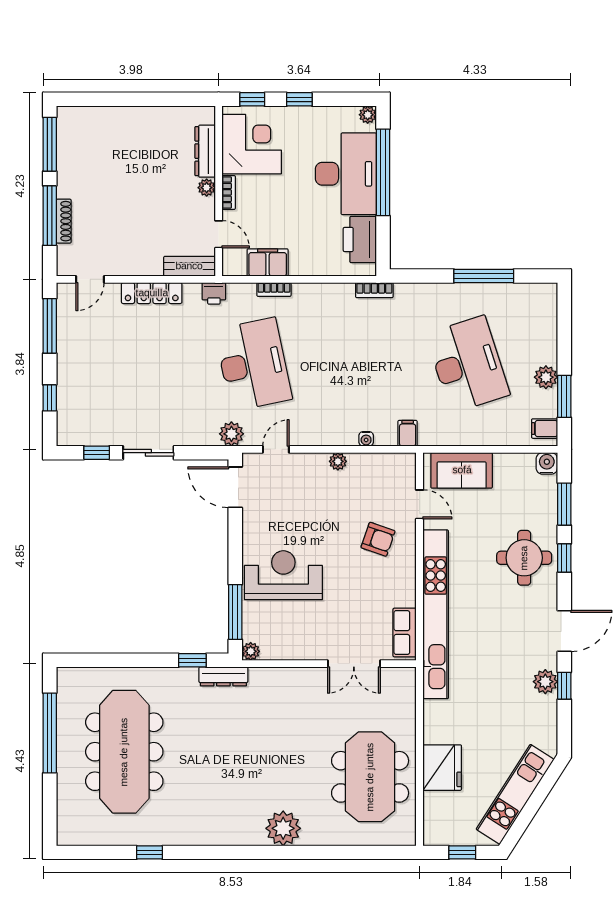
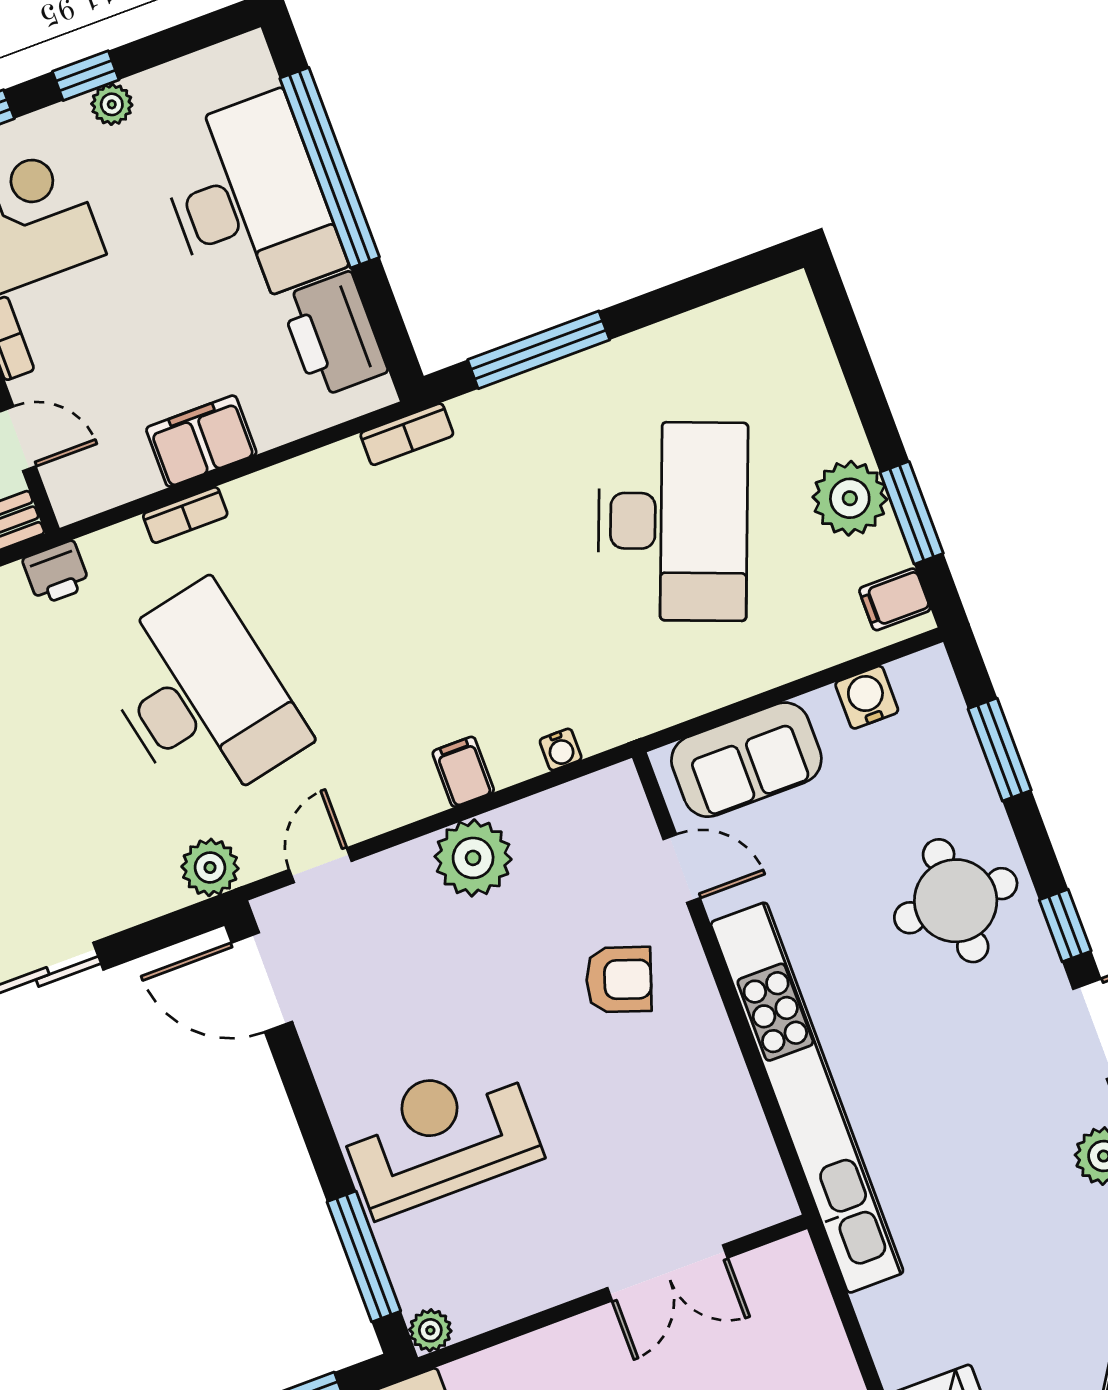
plant: (368, 115) -> (112, 104), moved
filing cabinet: (268, 262) -> (201, 441), moved
window: (484, 276) -> (539, 350), moved
desk: (468, 364) -> (673, 521), turned 39
plant: (546, 377) -> (850, 498), width x1.36, depth x1.36
filing cabinet: (408, 433) -> (463, 772), moved
water cooler: (366, 439) -> (561, 749), moved
plant: (338, 461) -> (473, 858), width x1.88, depth x1.88
water cooler: (547, 463) -> (867, 697), moved
window: (564, 558) -> (1065, 926), moved
row of seats: (405, 633) -> (754, 1163), removed

